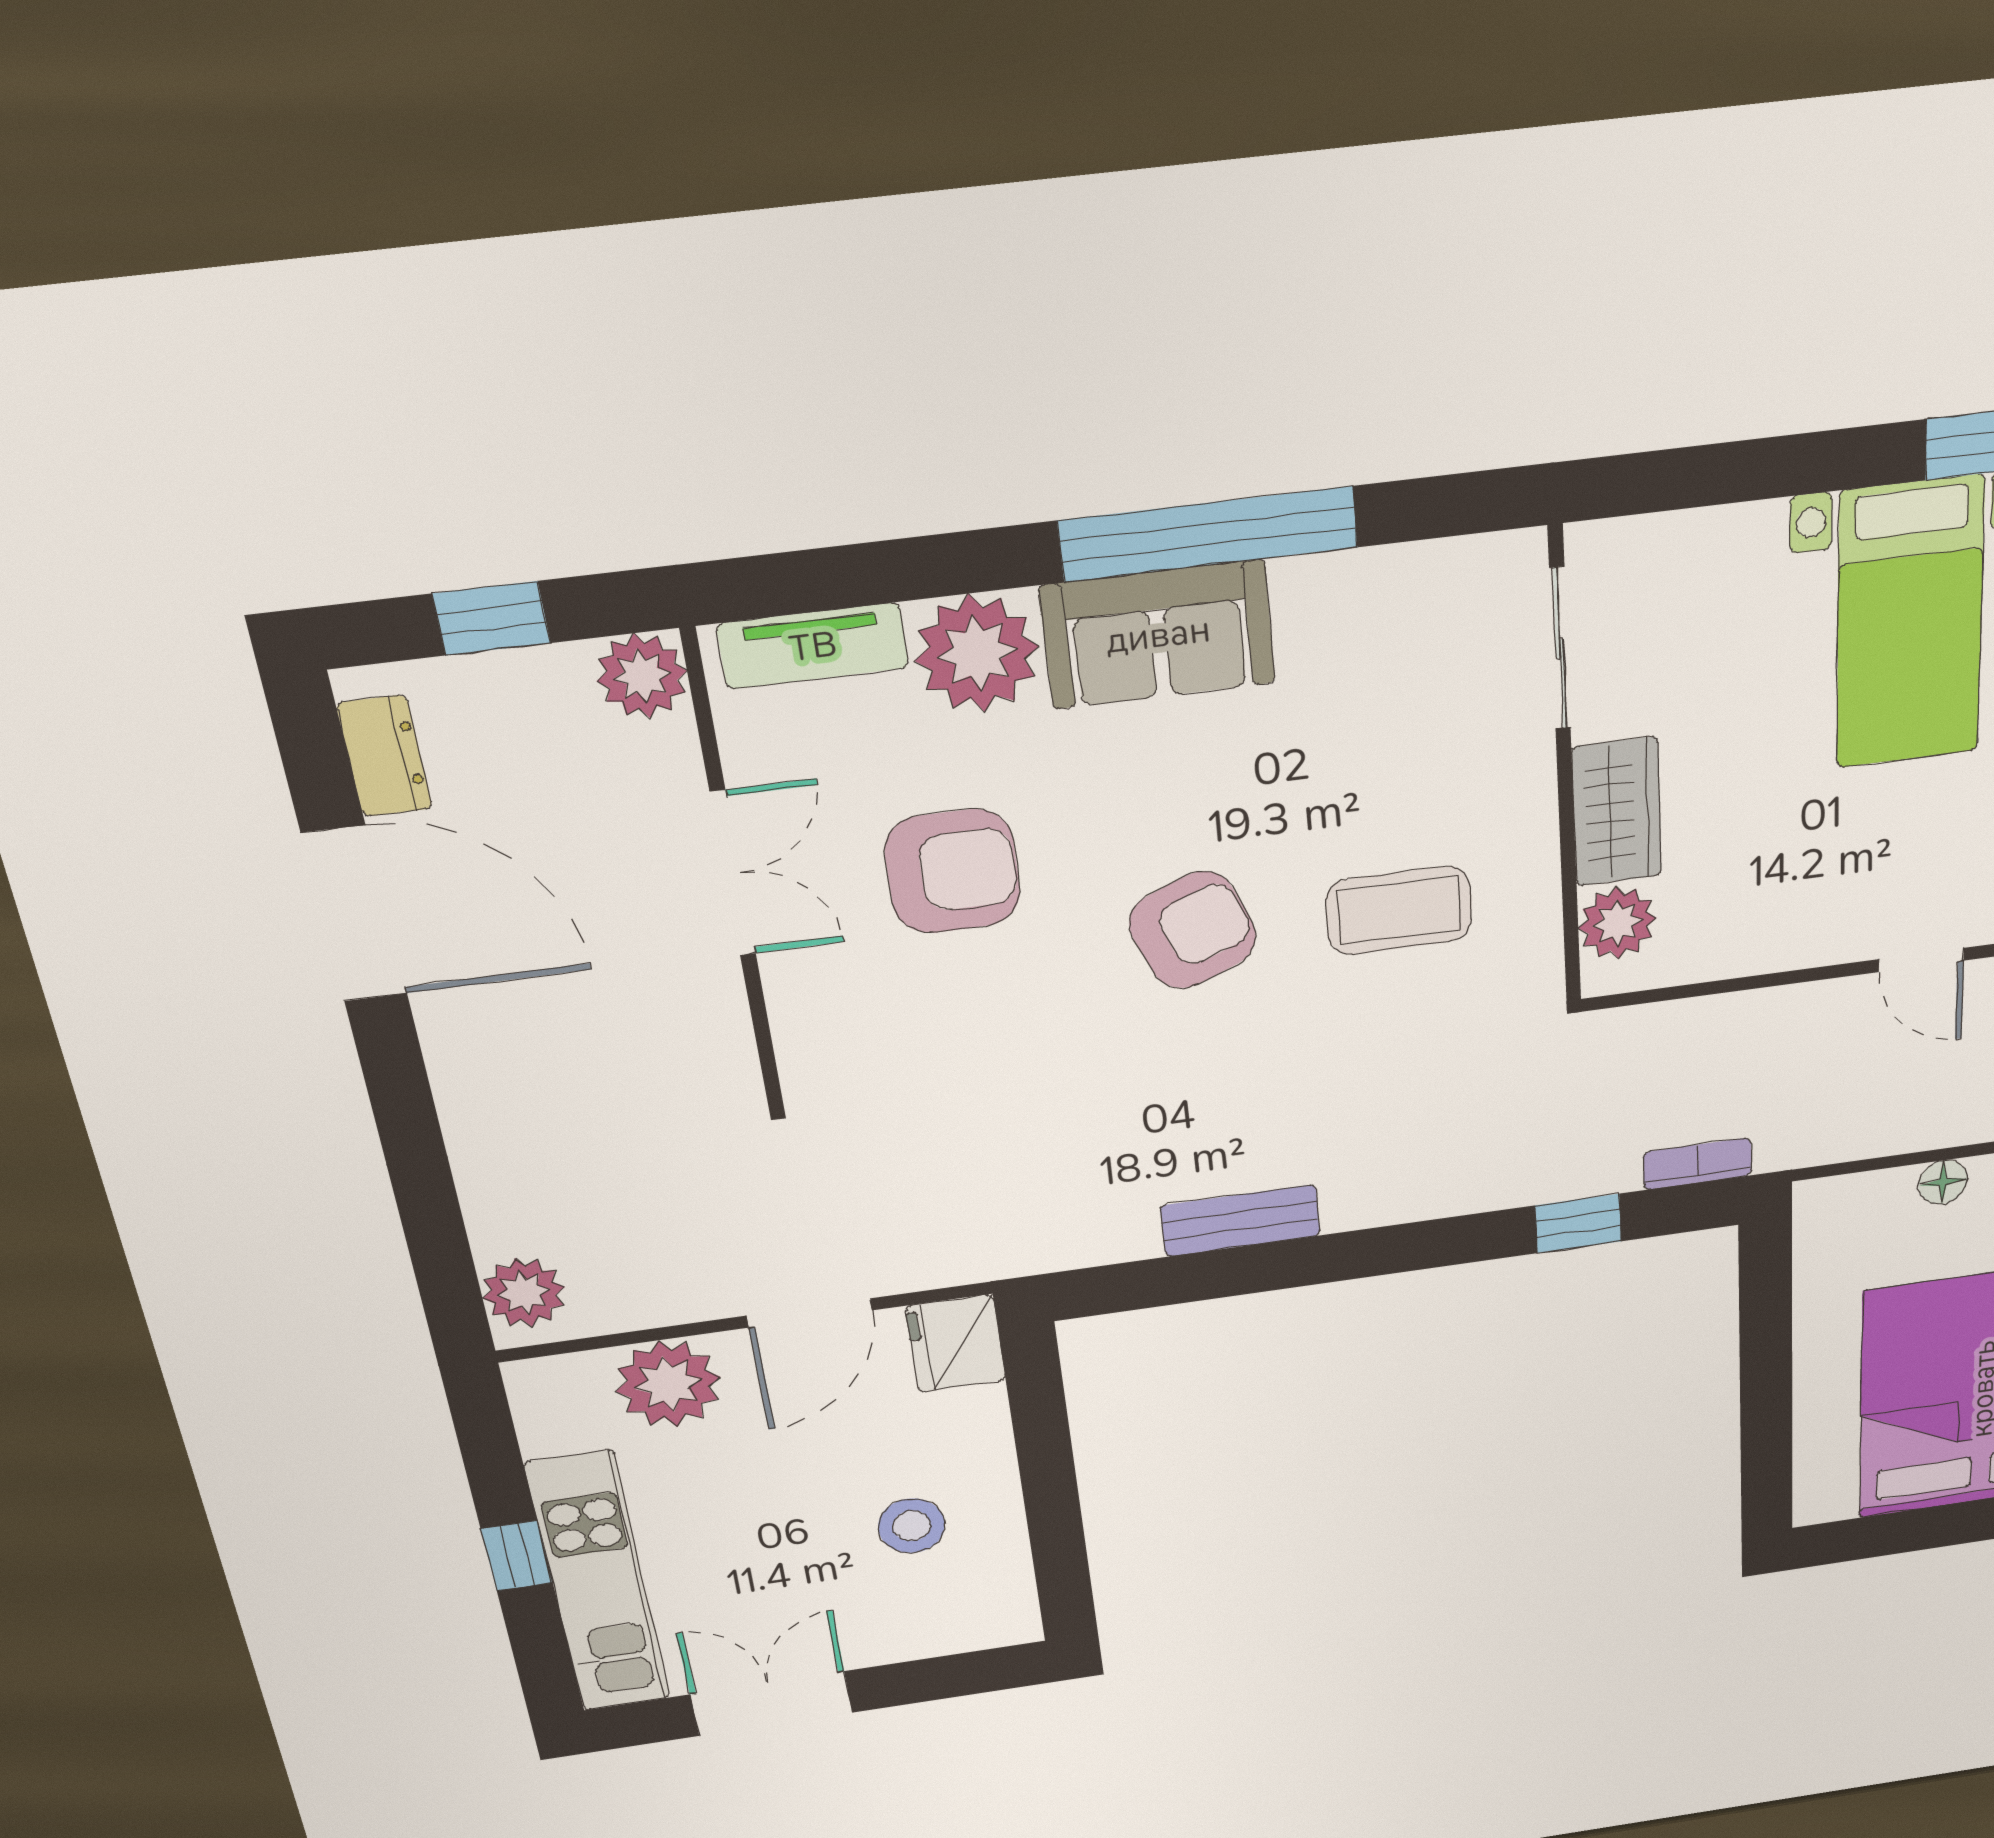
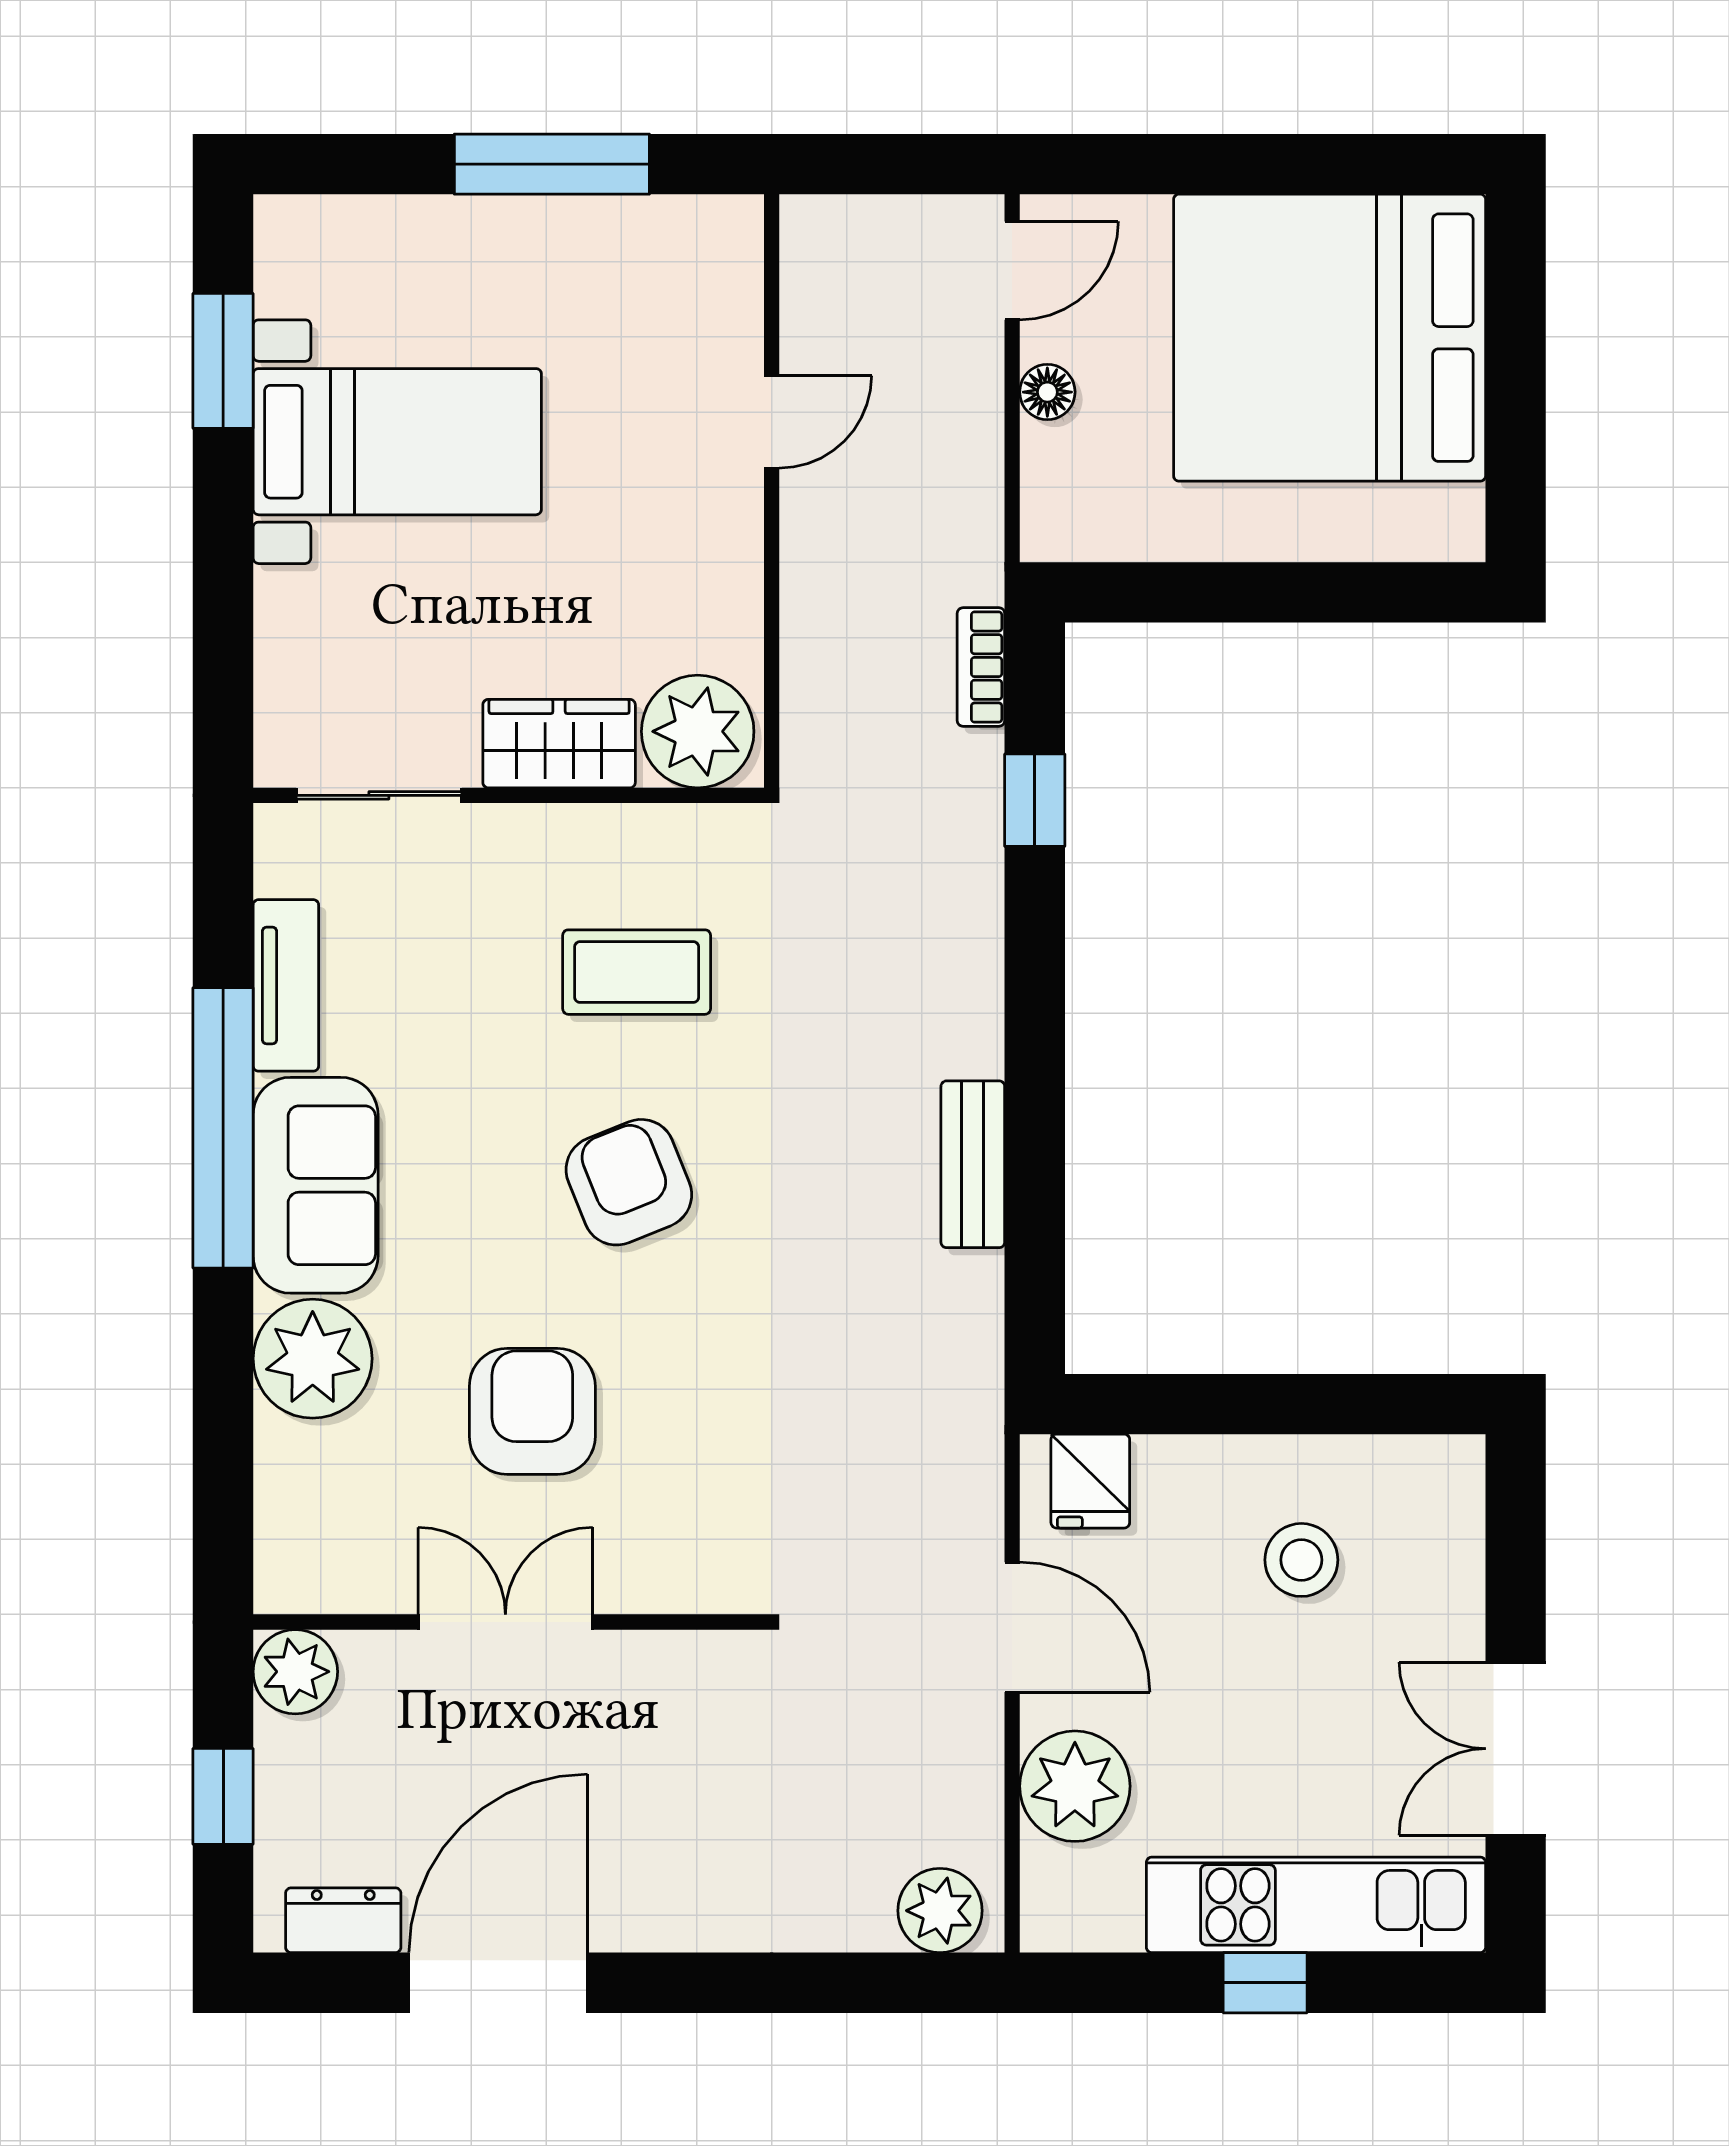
tv unit: (813, 646) -> (286, 985), moved
coffee table: (1399, 910) -> (637, 972), turned 90
plant: (1617, 923) -> (698, 731), width x1.36, depth x1.36
fridge: (956, 1344) -> (1090, 1481), width x0.72

